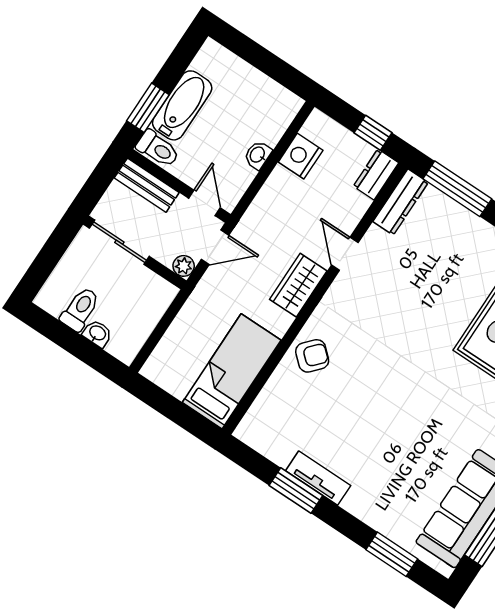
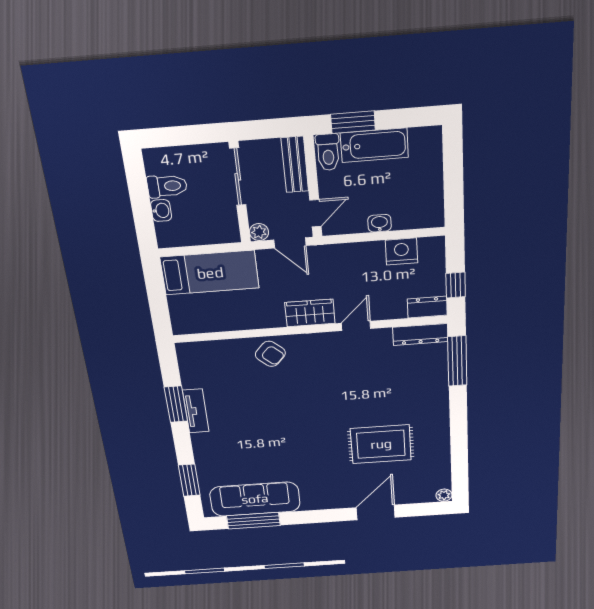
bed: (232, 371) -> (210, 273), moved

